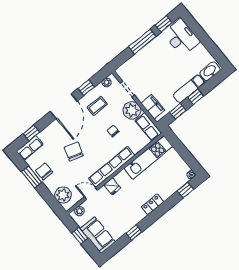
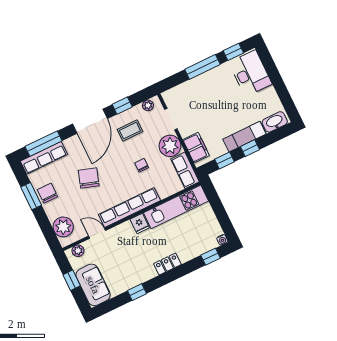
window: (31, 133) -> (44, 144), width x2.17
row of seats: (30, 148) -> (44, 158), width x1.48
fridge: (112, 186) -> (140, 224), moved

